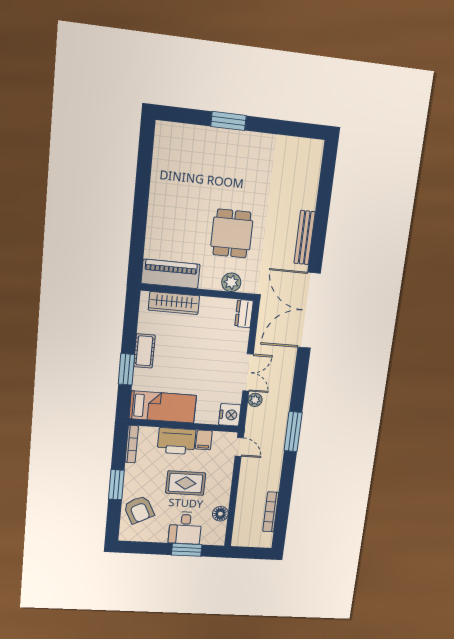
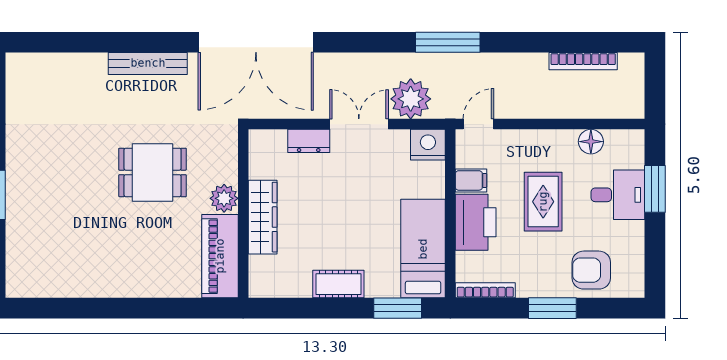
plant: (231, 282) -> (224, 198), moved
wardrobe: (174, 303) -> (263, 217), moved
dresser: (244, 314) -> (309, 141), moved
window: (126, 369) -> (398, 308), moved
plant: (255, 400) -> (411, 99), width x1.87, depth x1.87
armchair: (139, 510) -> (591, 270), turned -153

